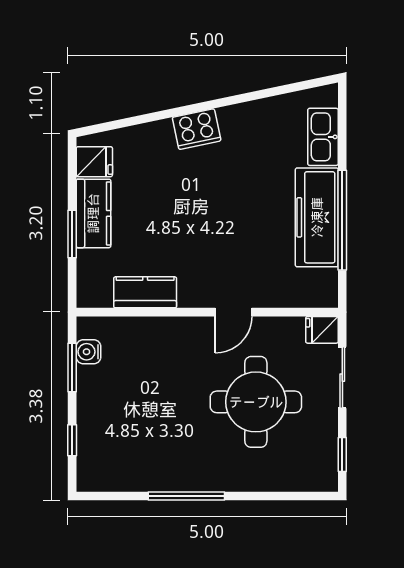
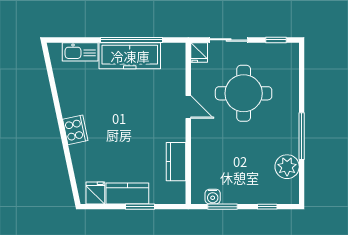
plant: (137, 472) -> (287, 167), added

